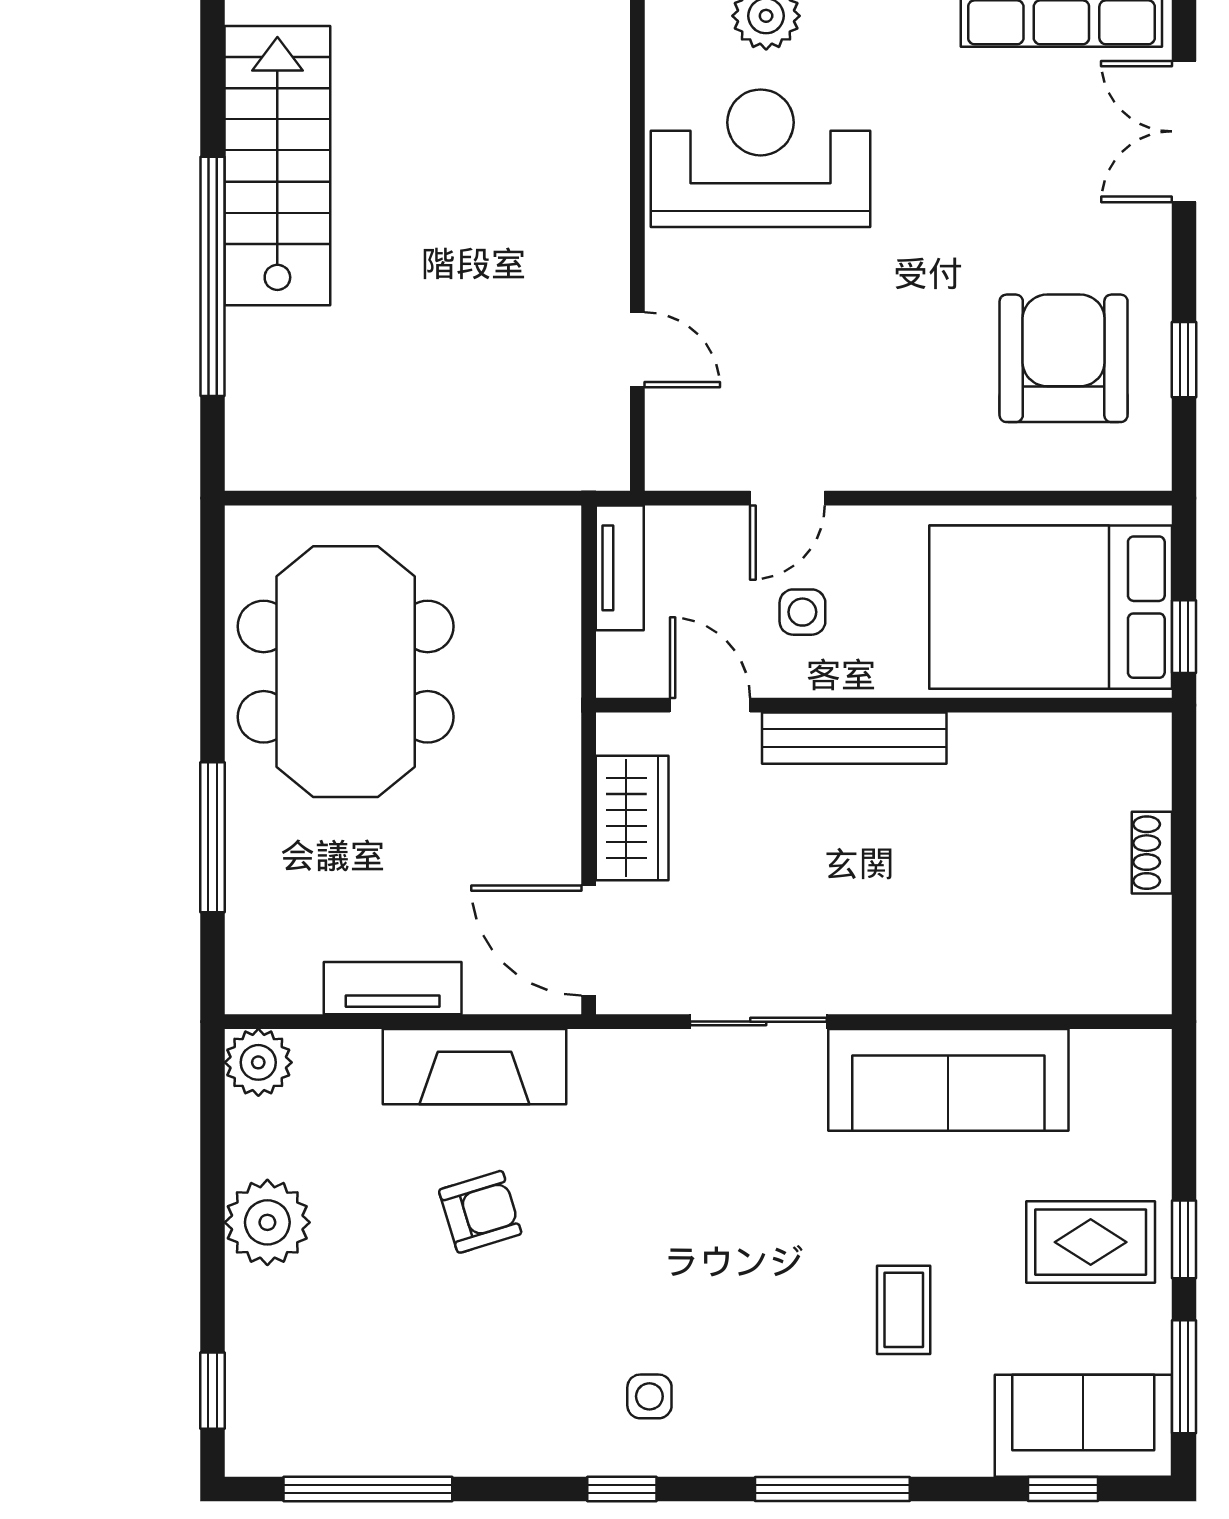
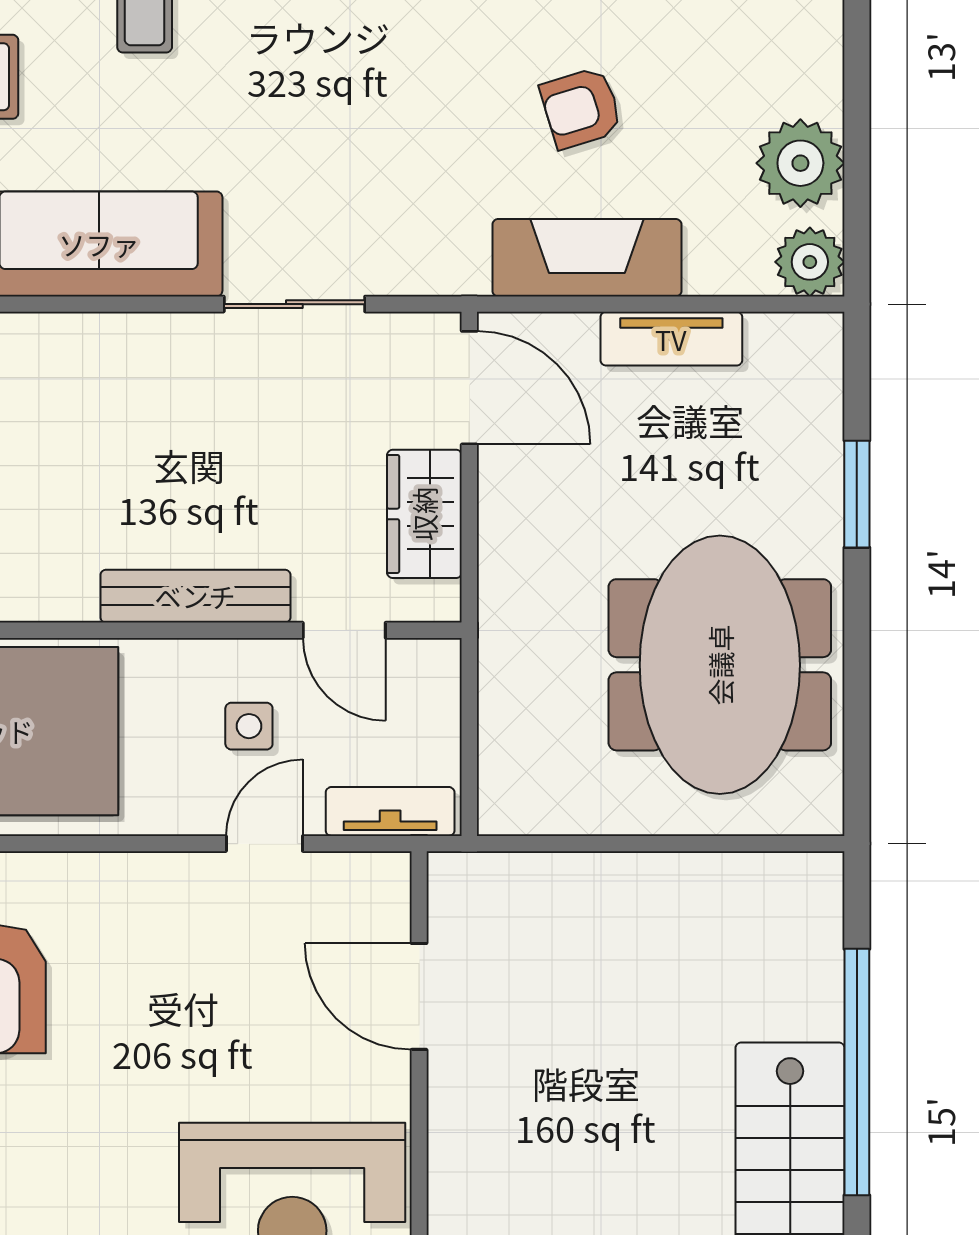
door: (637, 350) -> (419, 996), width x1.38
tv unit: (620, 568) -> (390, 811), moved, turned 90
window: (213, 837) -> (857, 494), width x0.69
plant: (267, 1222) -> (800, 163), moved

